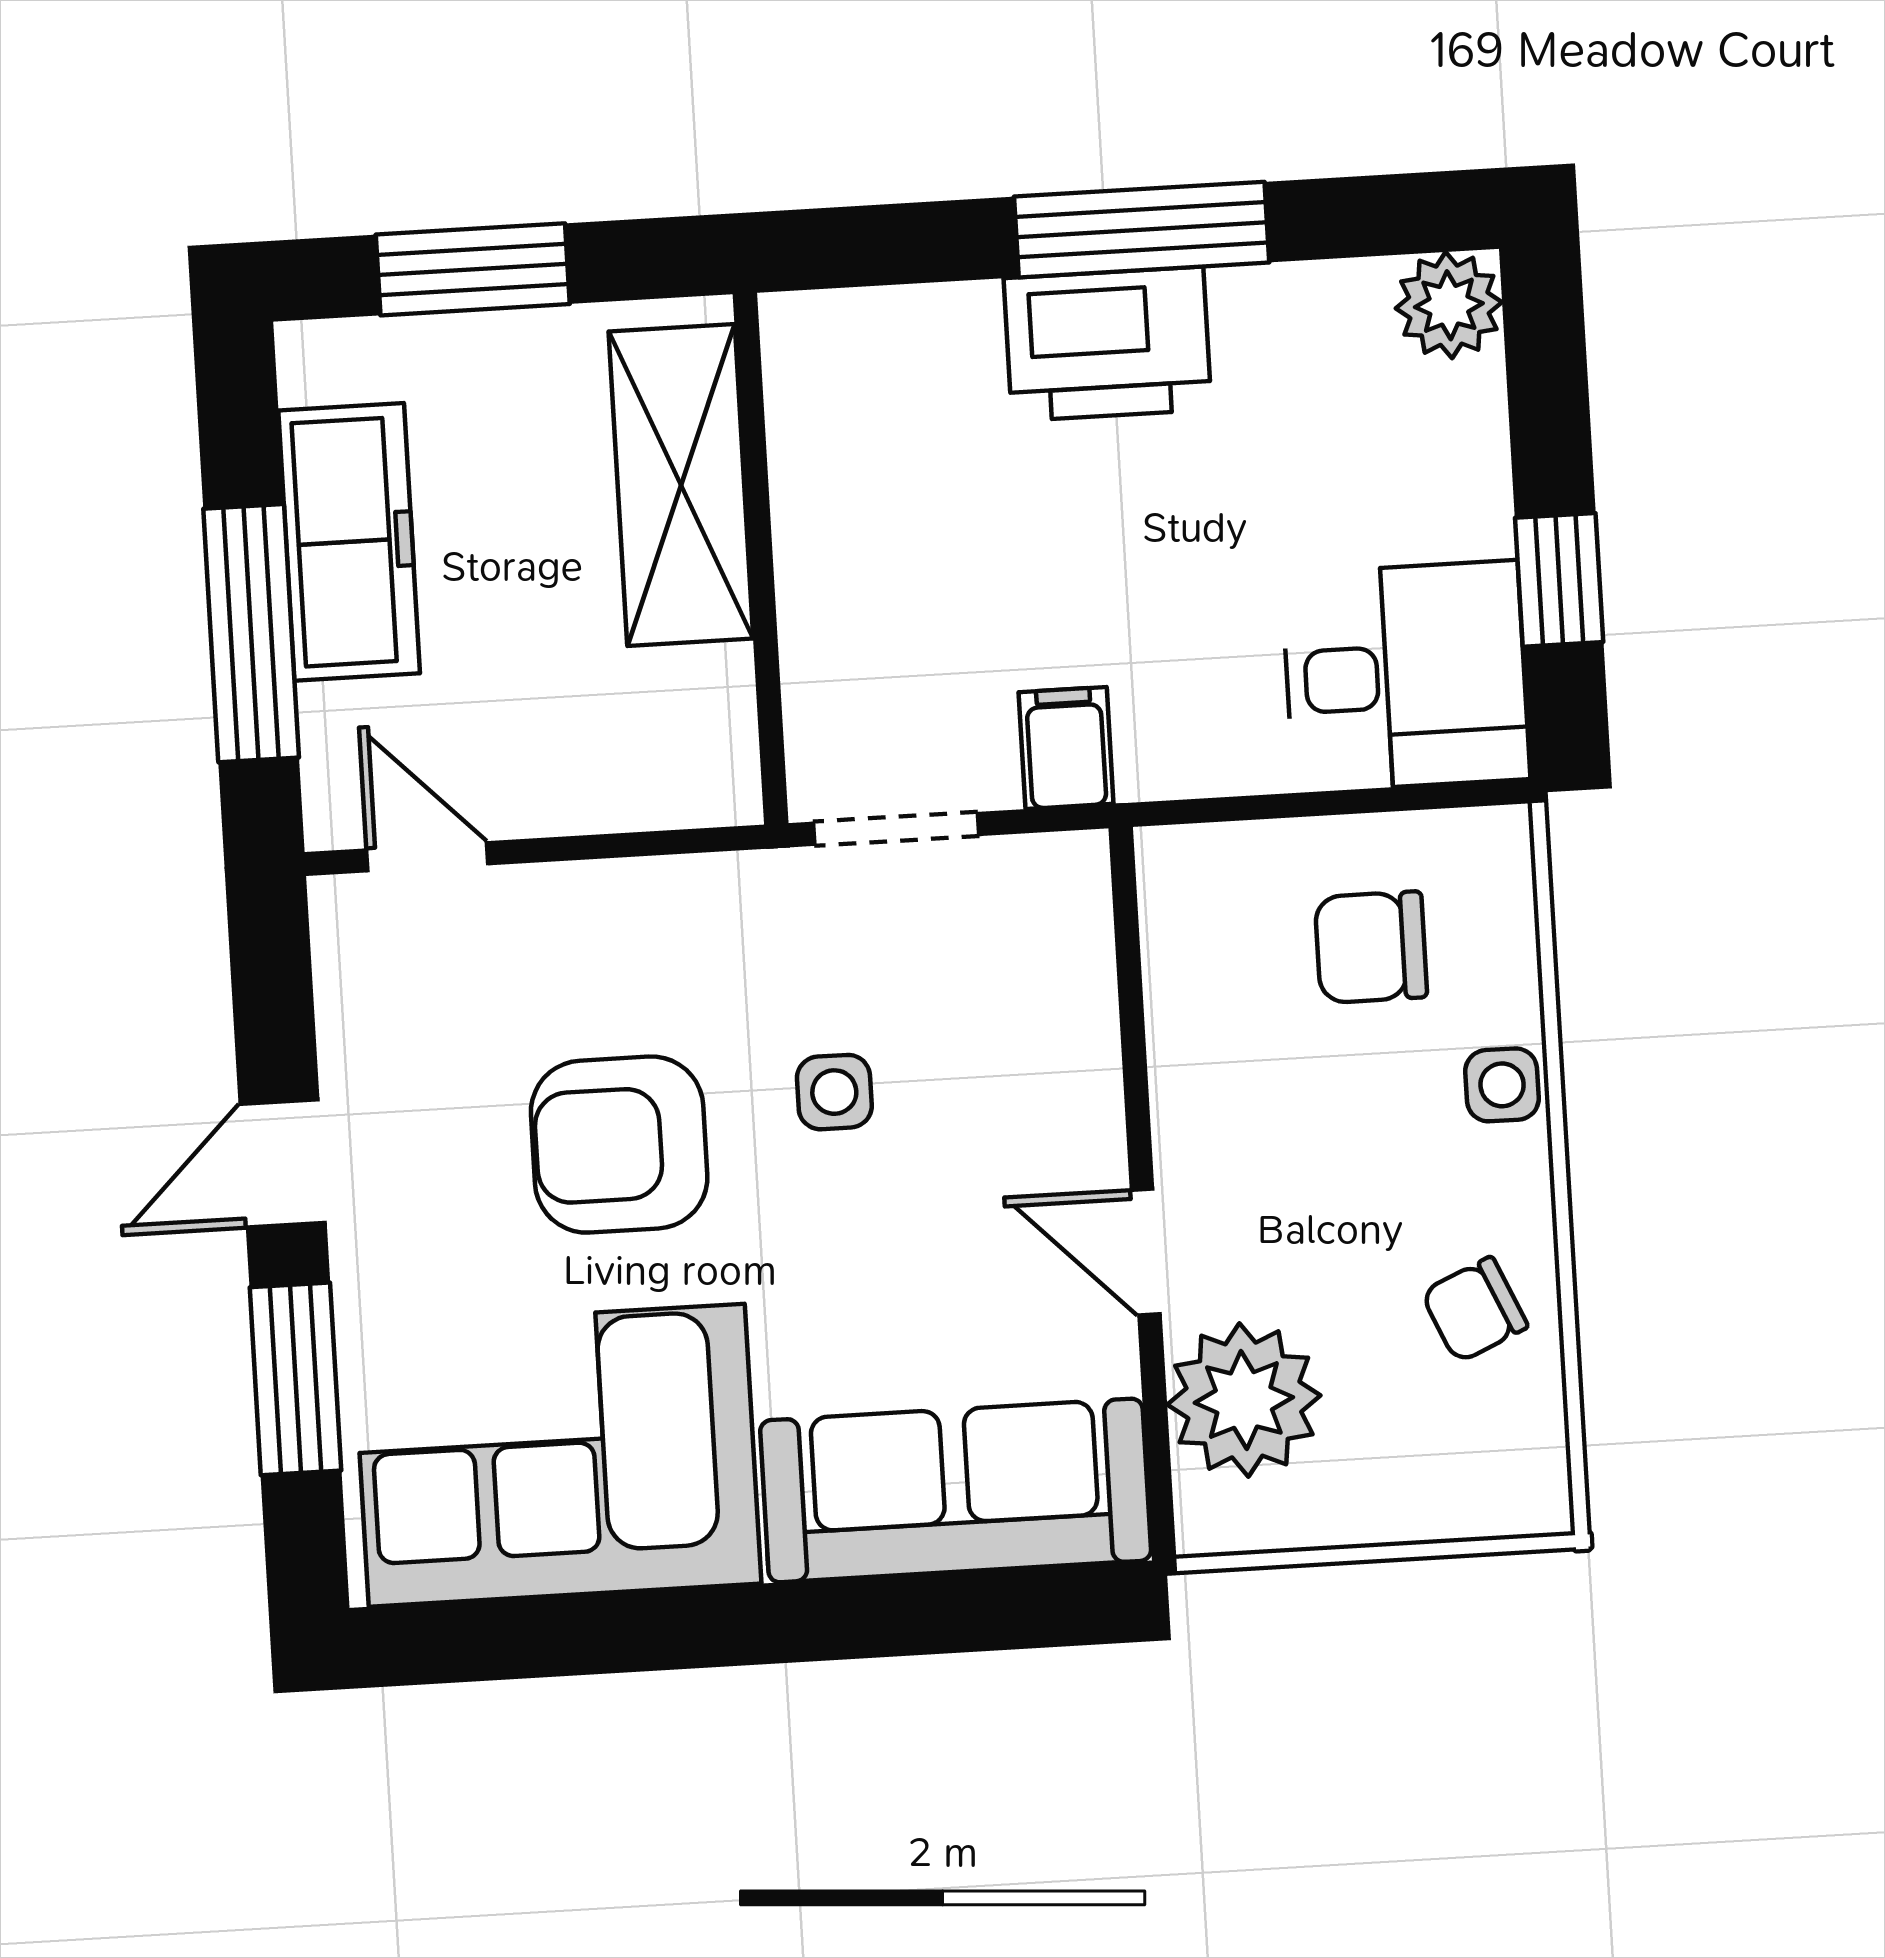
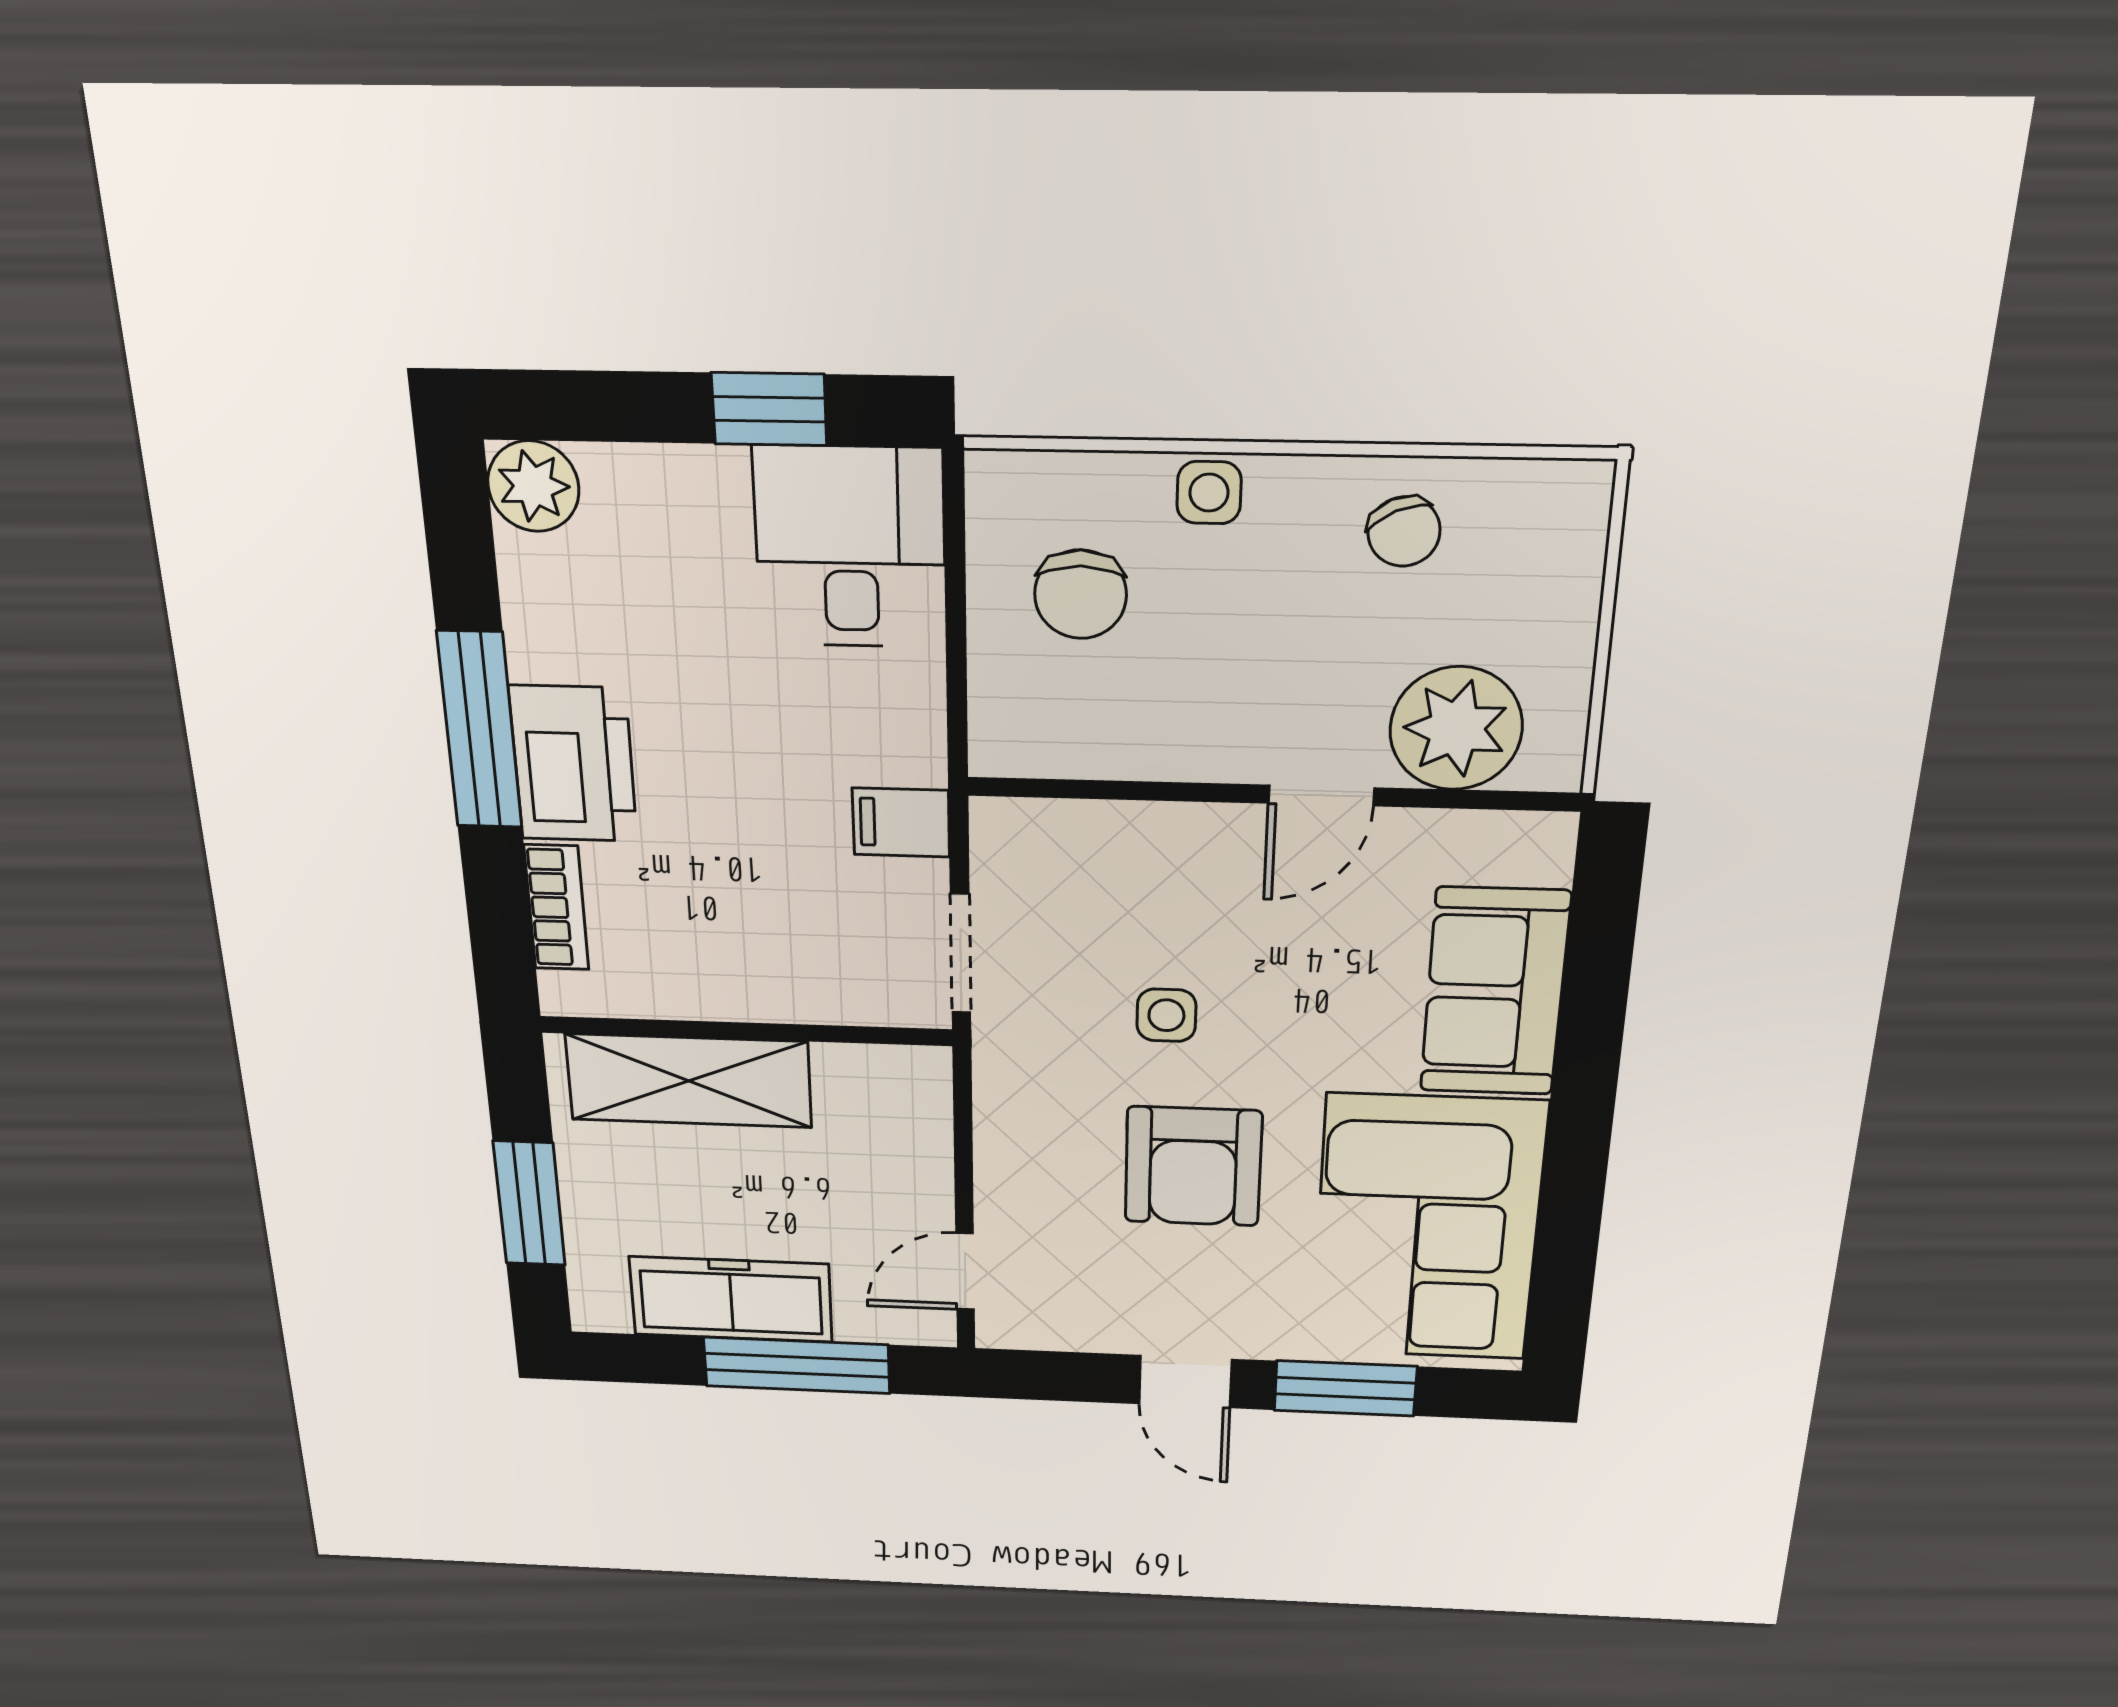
bookcase: (912, 318) -> (556, 907), added
sofa: (956, 1490) -> (1495, 992), width x0.73

